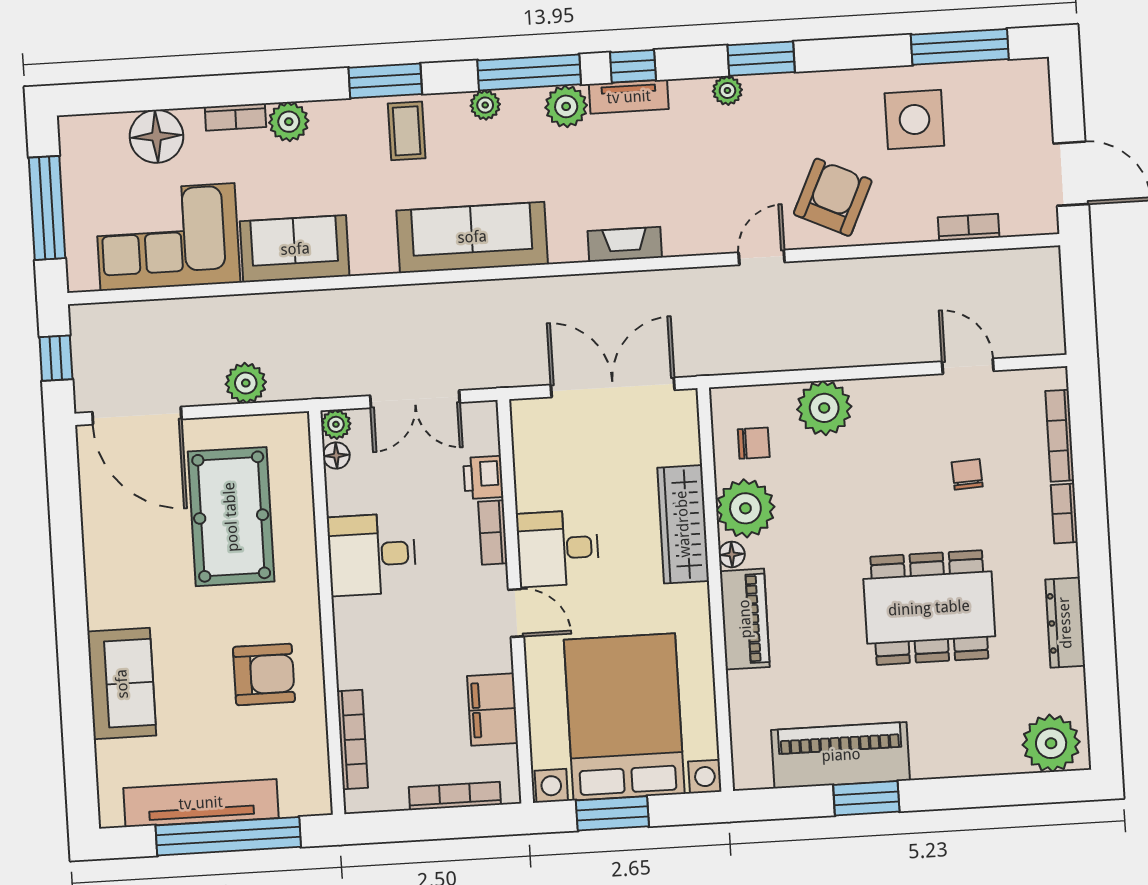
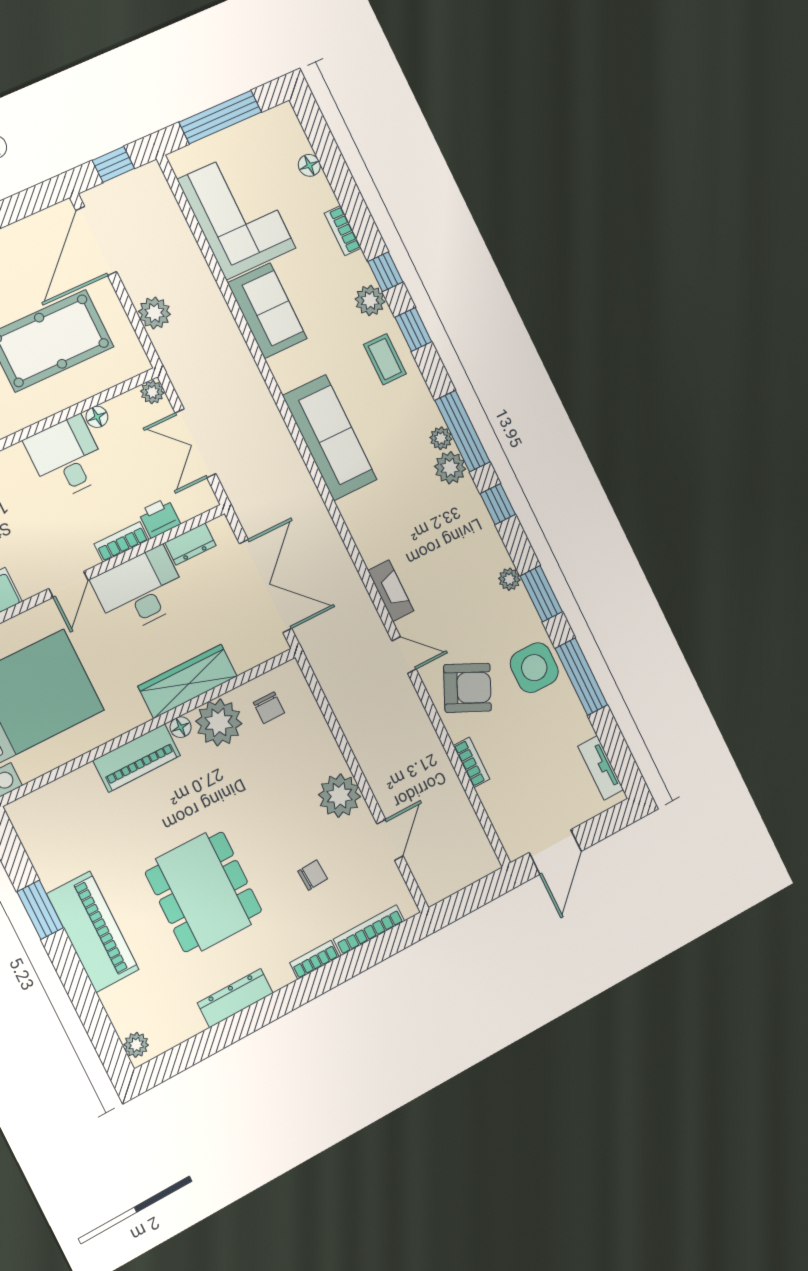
window: (960, 47) -> (581, 677), moved
window: (385, 81) -> (413, 330), width x0.67
window: (304, 86) -> (385, 272), added
tv unit: (629, 97) -> (601, 768), moved
plant: (485, 105) -> (441, 438), moved
side table: (914, 120) -> (534, 668), moved
plant: (289, 122) -> (370, 300), moved
coffee table: (407, 131) -> (385, 359), turned 90
floor lamp: (156, 136) -> (309, 165), width x0.53, depth x0.53
bookcase: (969, 227) -> (472, 762), moved
fireplace: (625, 244) -> (391, 591), moved
plant: (824, 408) -> (340, 796), moved
dresser: (528, 454) -> (190, 544), added
floor lamp: (336, 455) -> (97, 417), moved
desk: (558, 548) -> (140, 590), width x1.37
plant: (1051, 743) -> (136, 1045), width x0.53, depth x0.53
piano: (841, 755) -> (93, 932), moved

